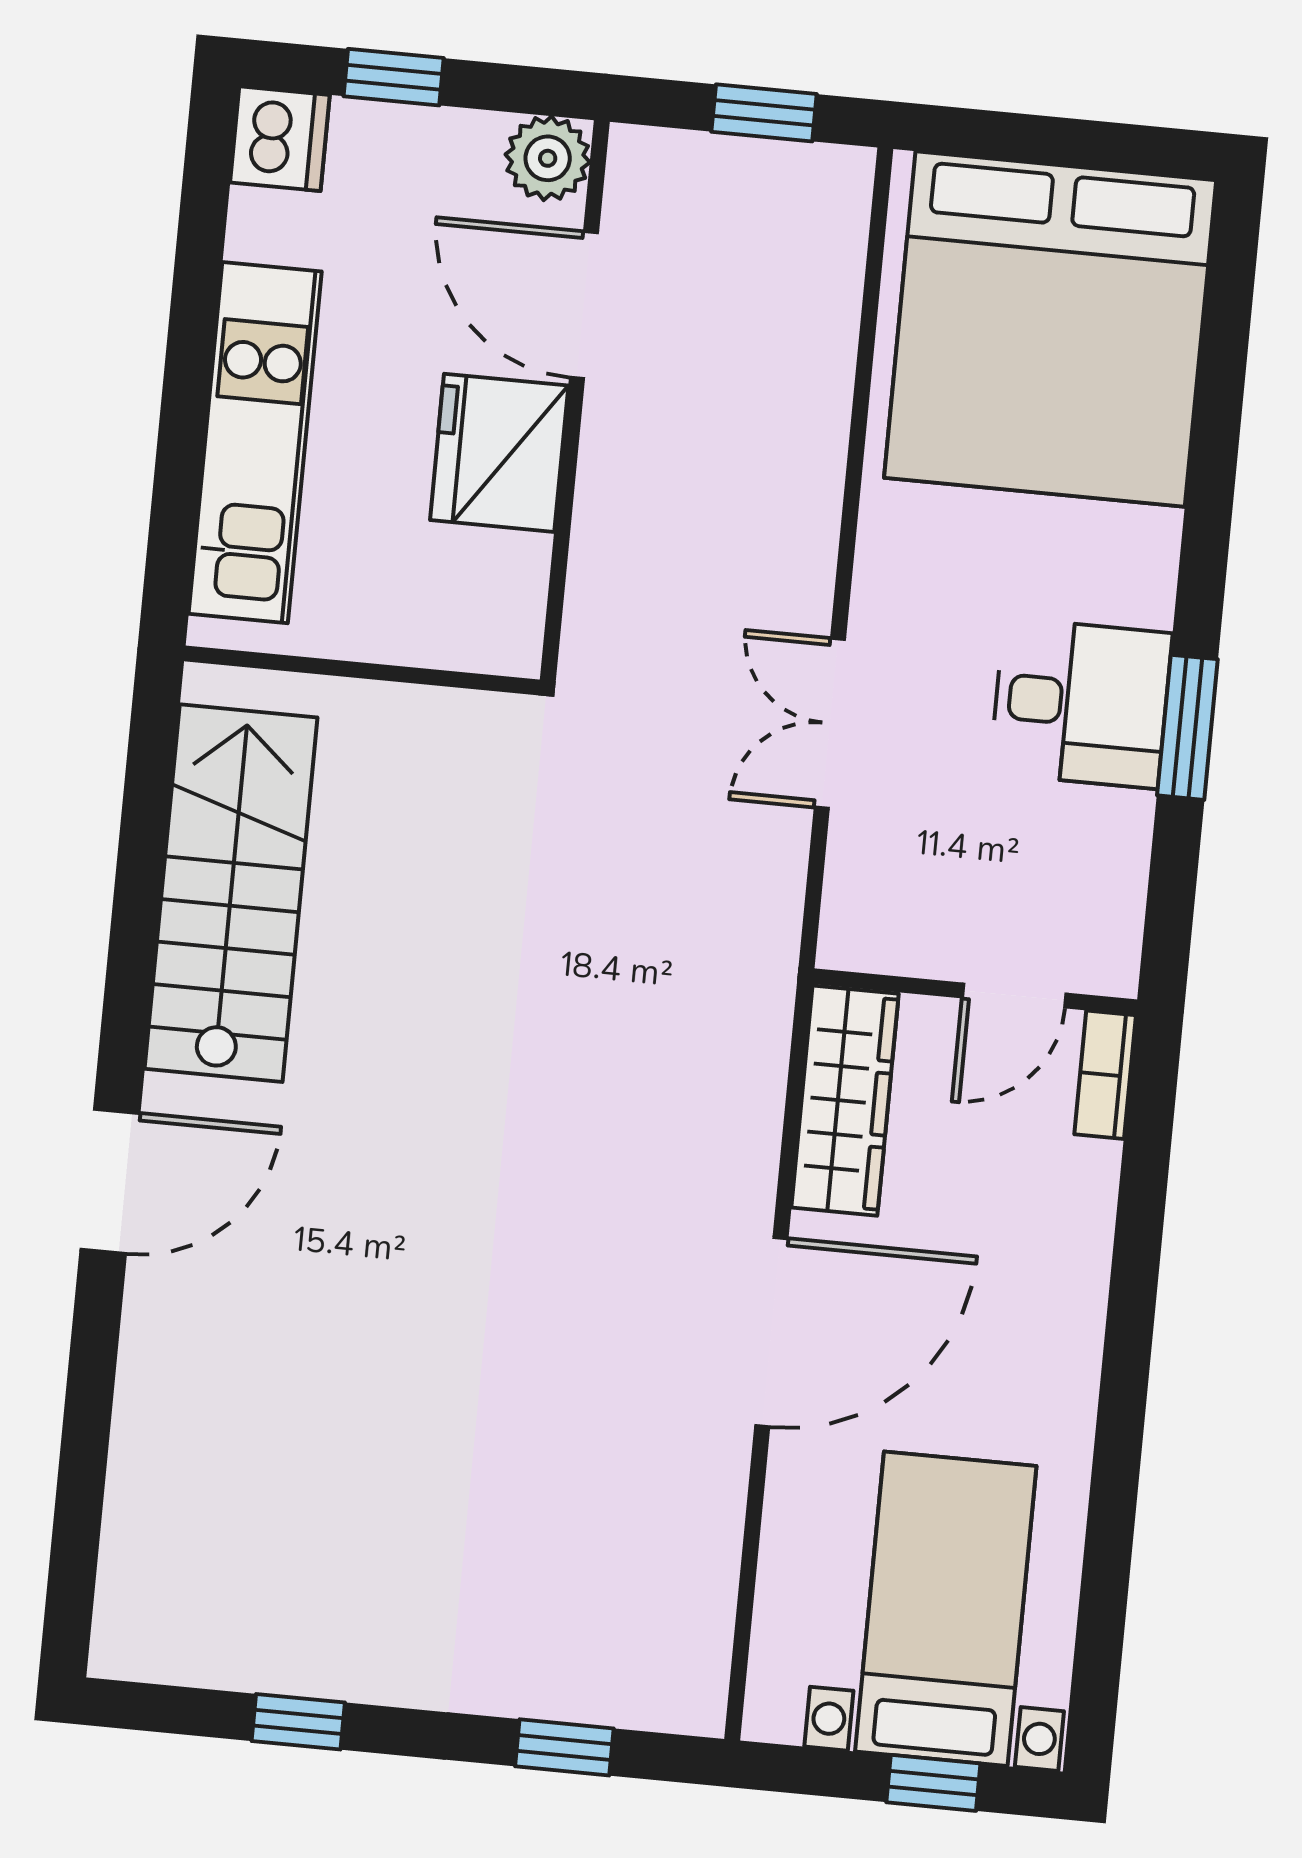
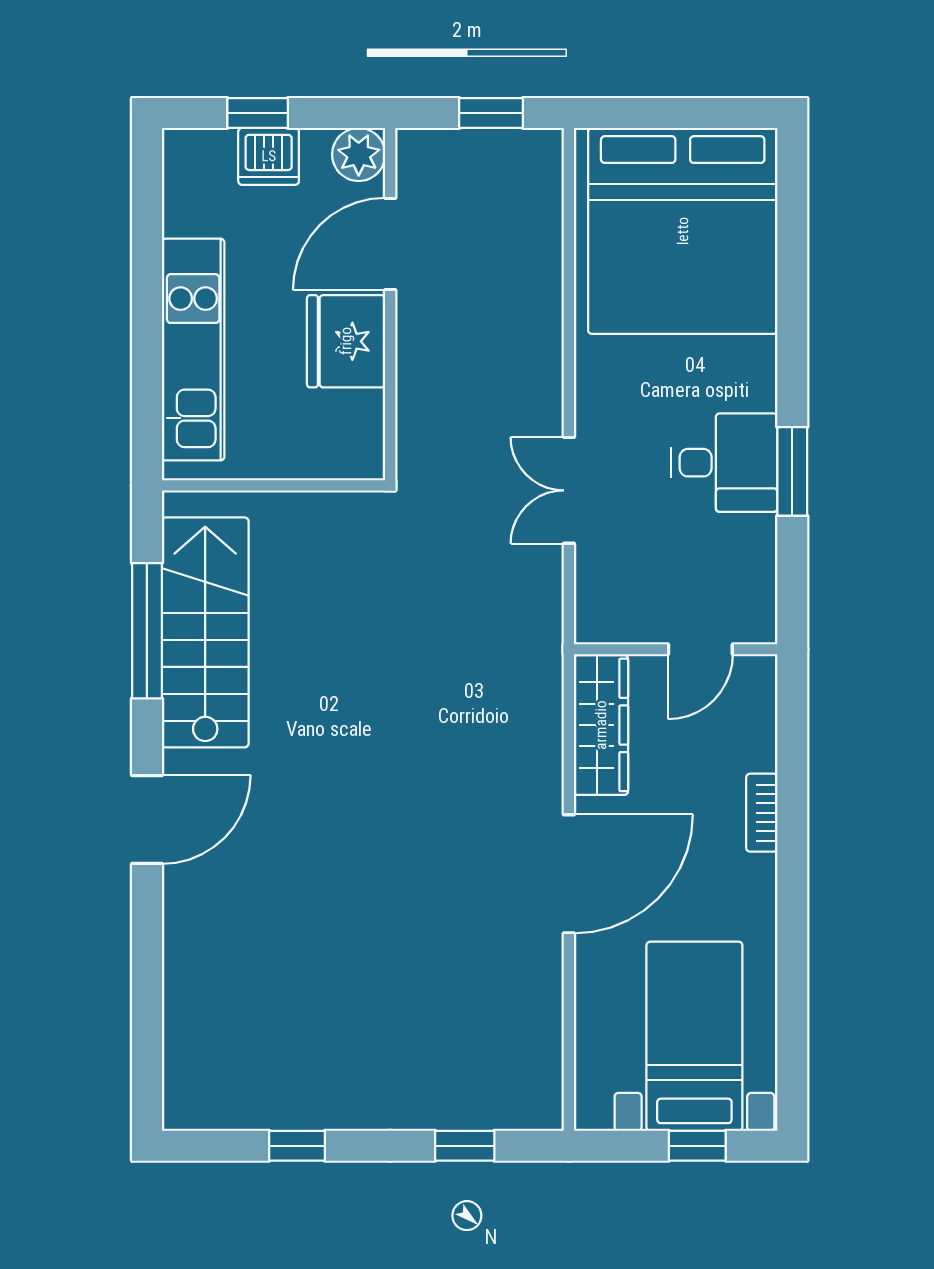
dishwasher: (280, 139) -> (269, 156), moved, turned 90
door: (584, 305) -> (390, 244), hinge flipped
window: (139, 882) -> (147, 631), added
bookcase: (1105, 1075) -> (762, 813), moved

